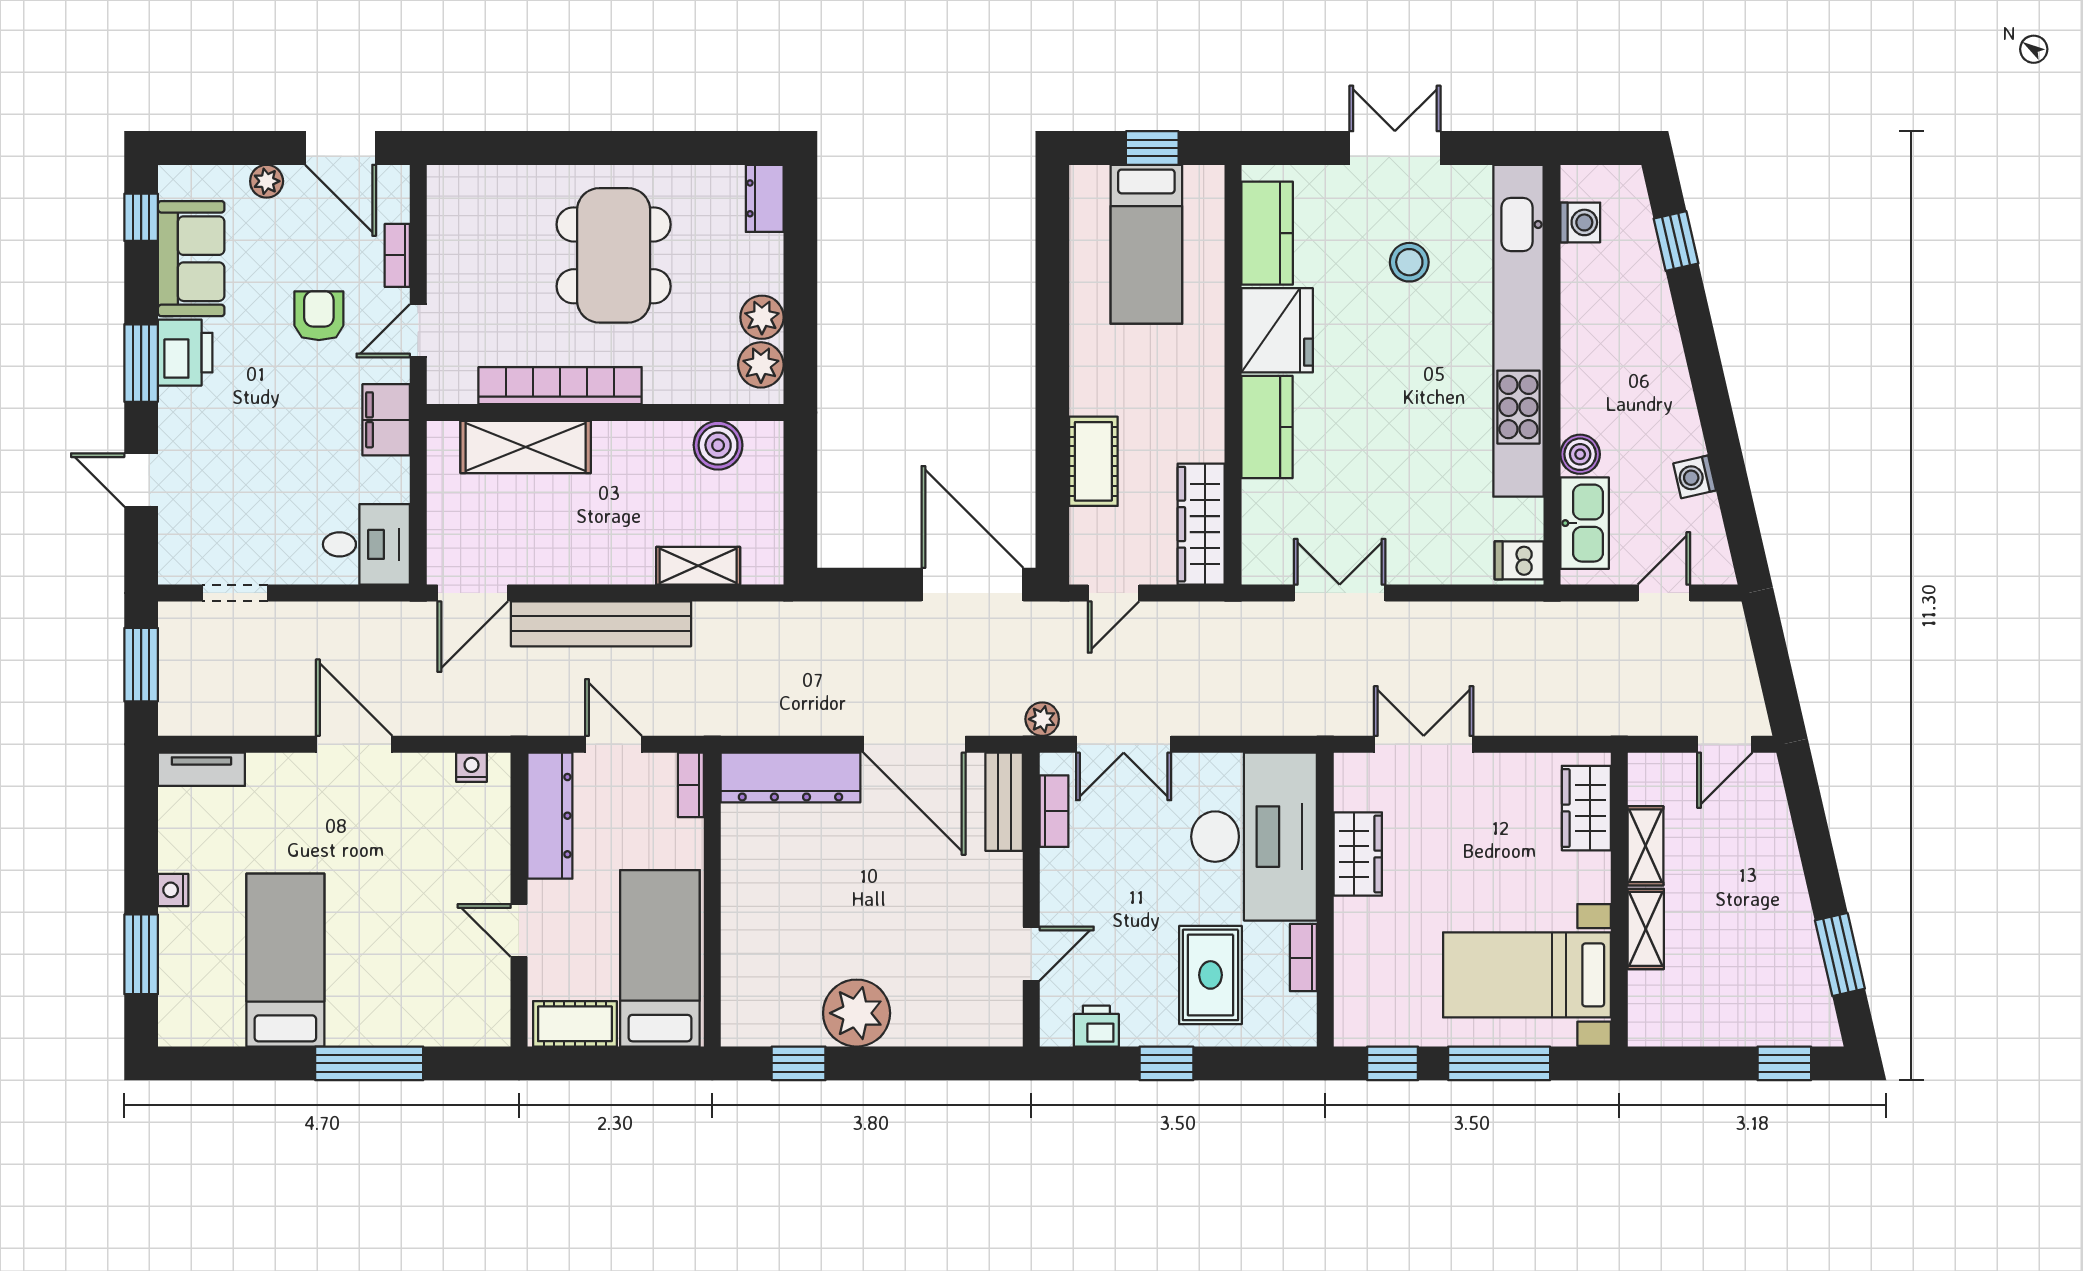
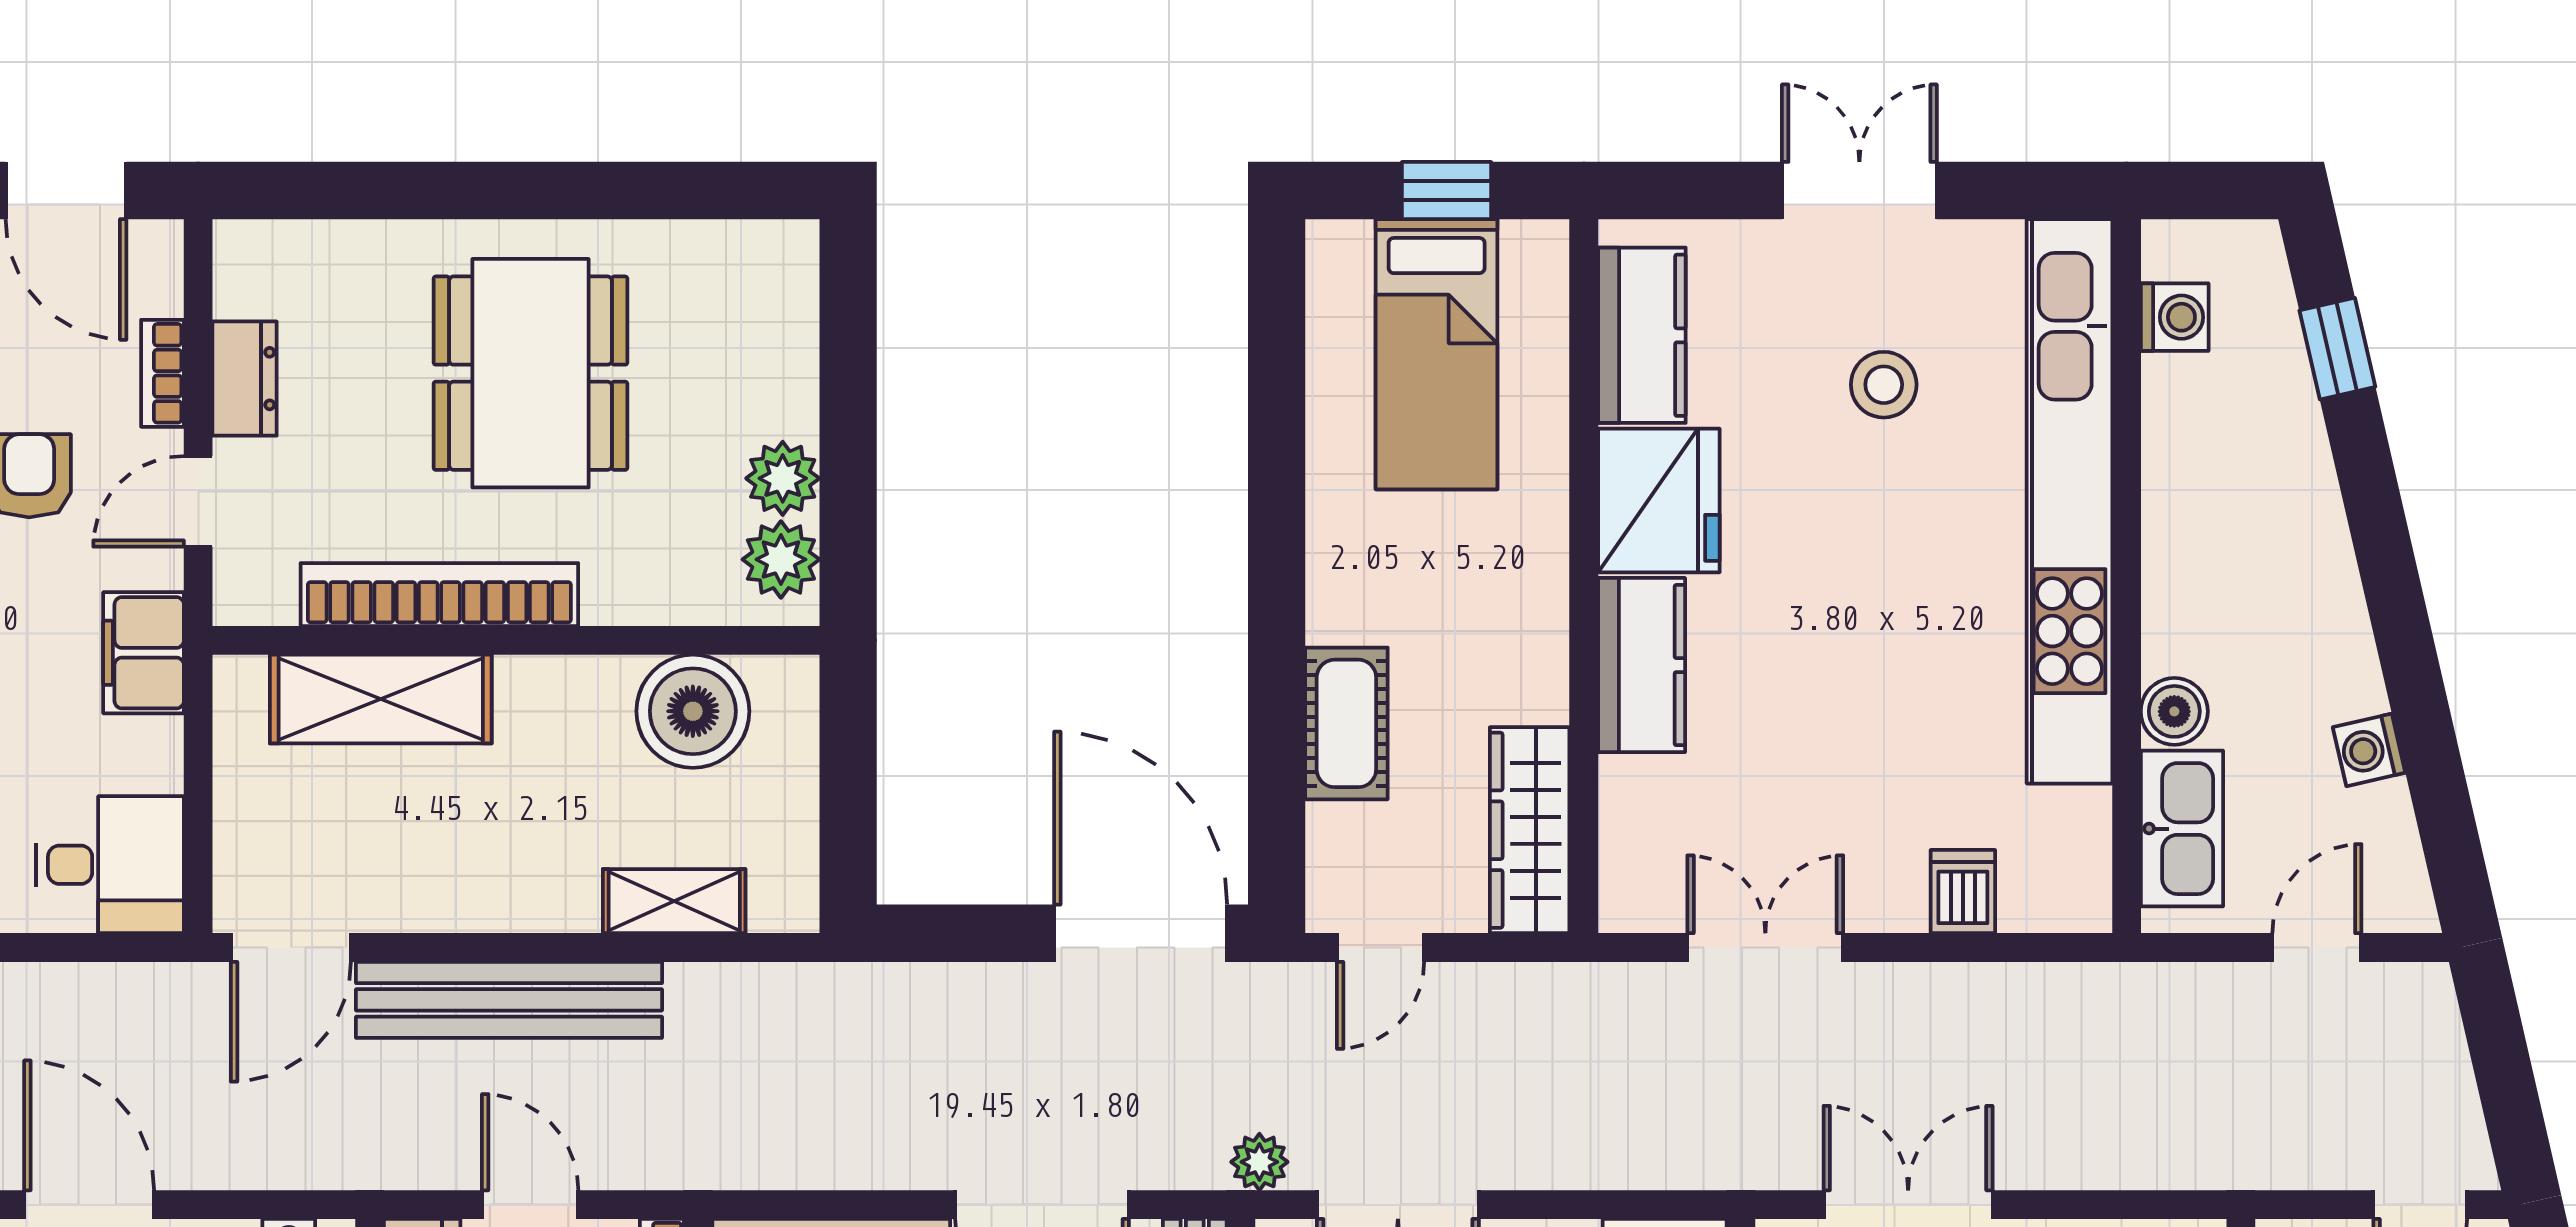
dresser: (765, 198) -> (245, 379), moved, turned 180
boiler: (718, 445) -> (693, 711), width x1.37, depth x1.37
dishwasher: (1519, 560) -> (1963, 892), moved, turned 90

